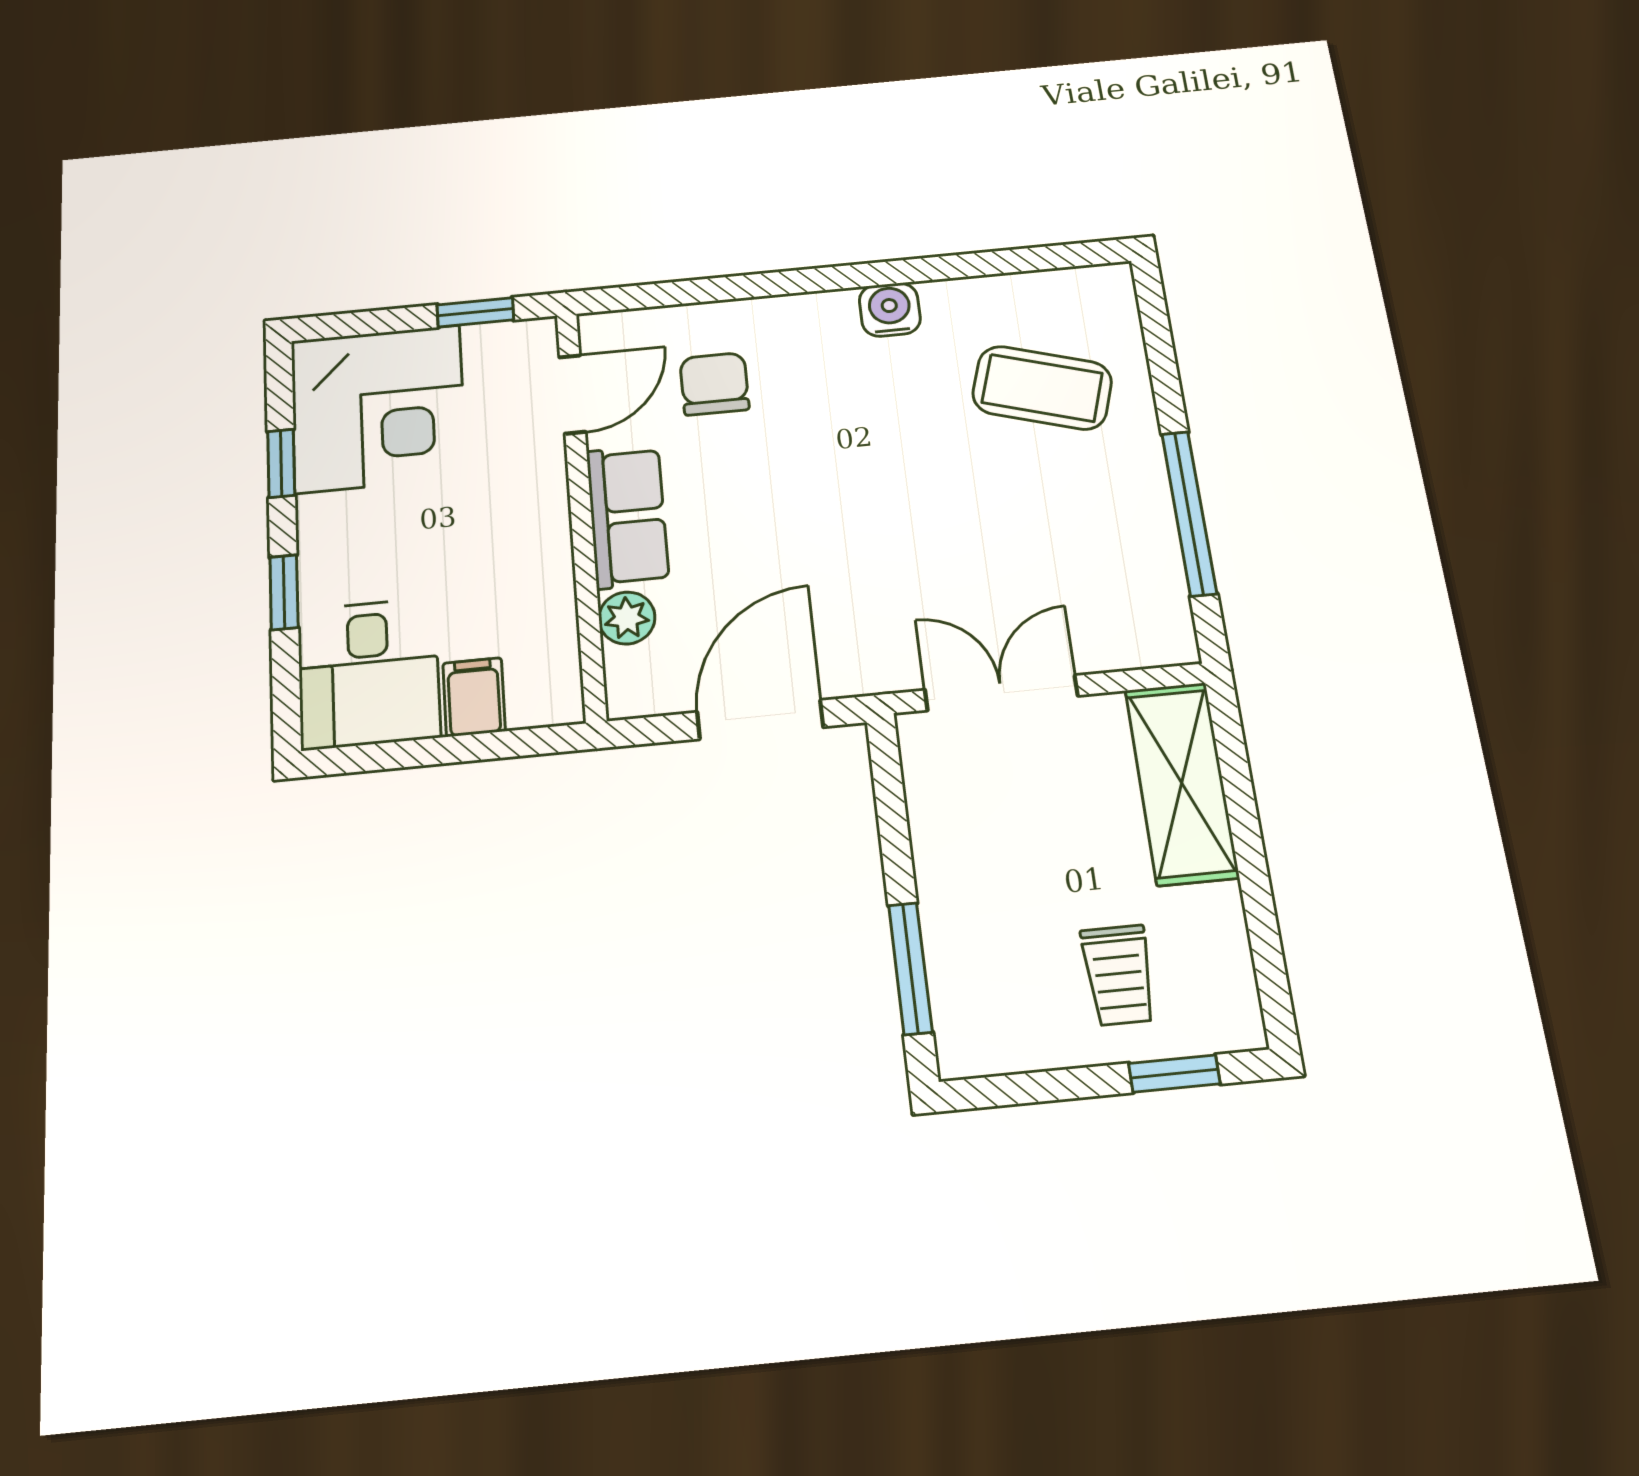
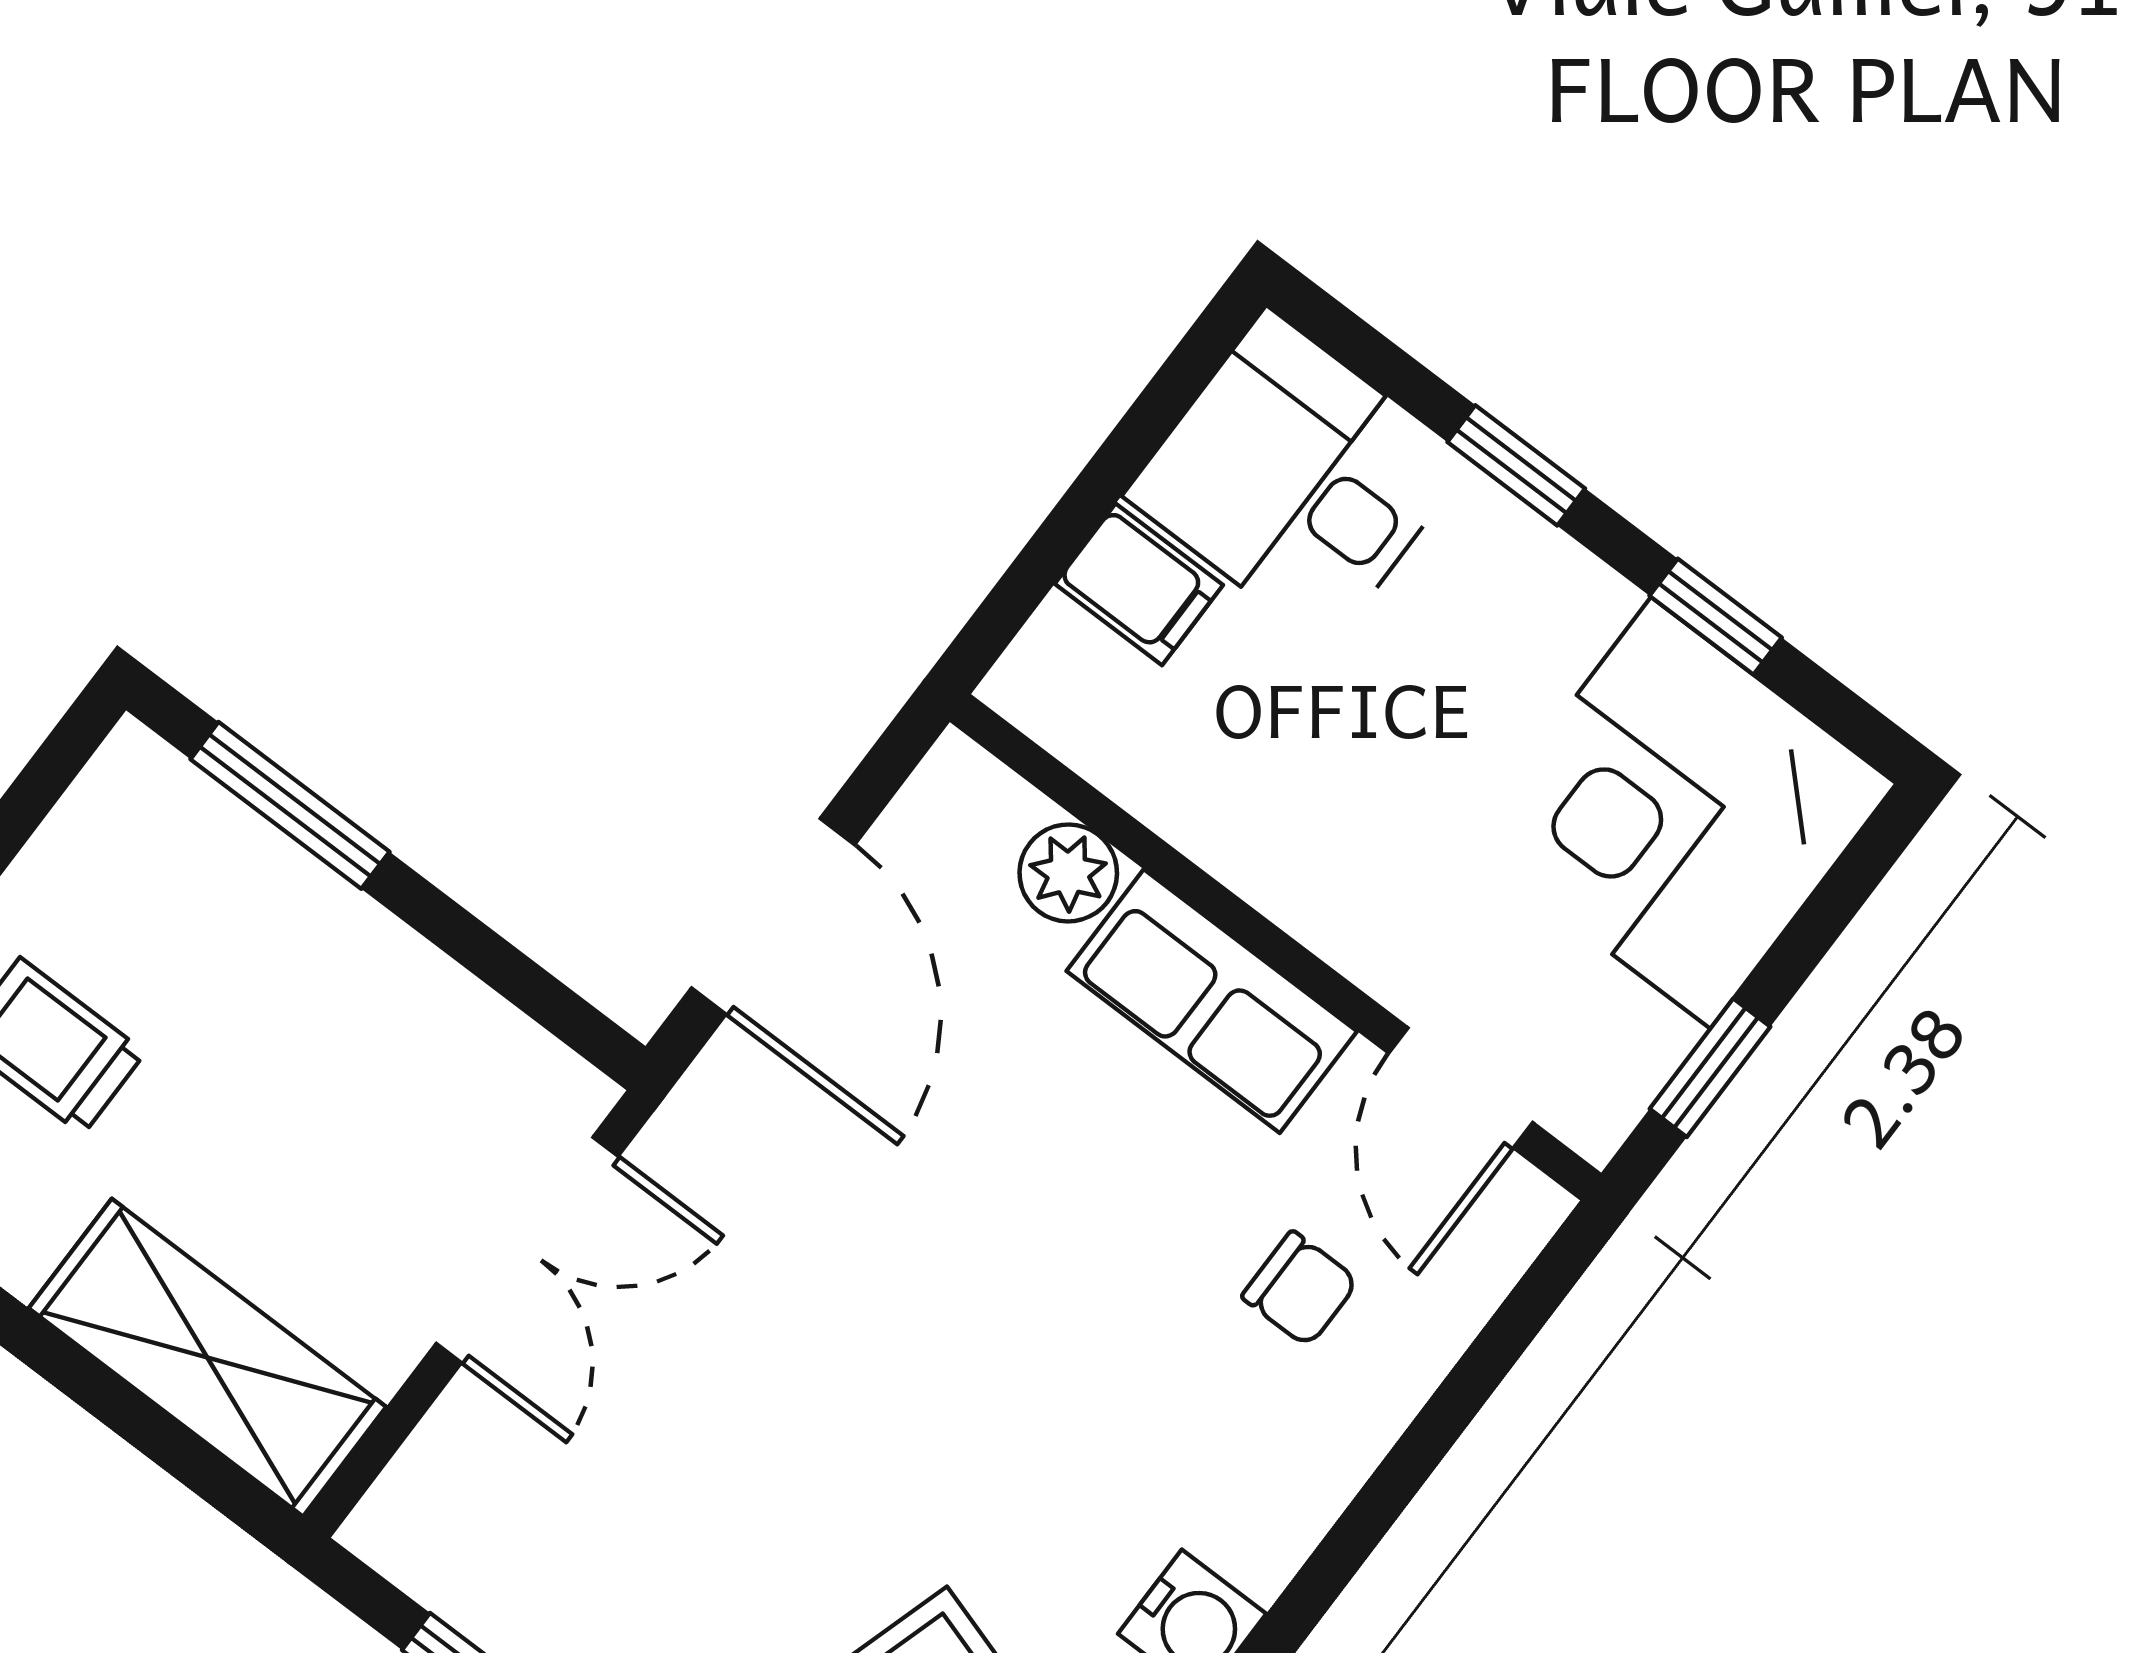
chair: (714, 384) -> (1300, 1289), width x0.73, depth x0.73

